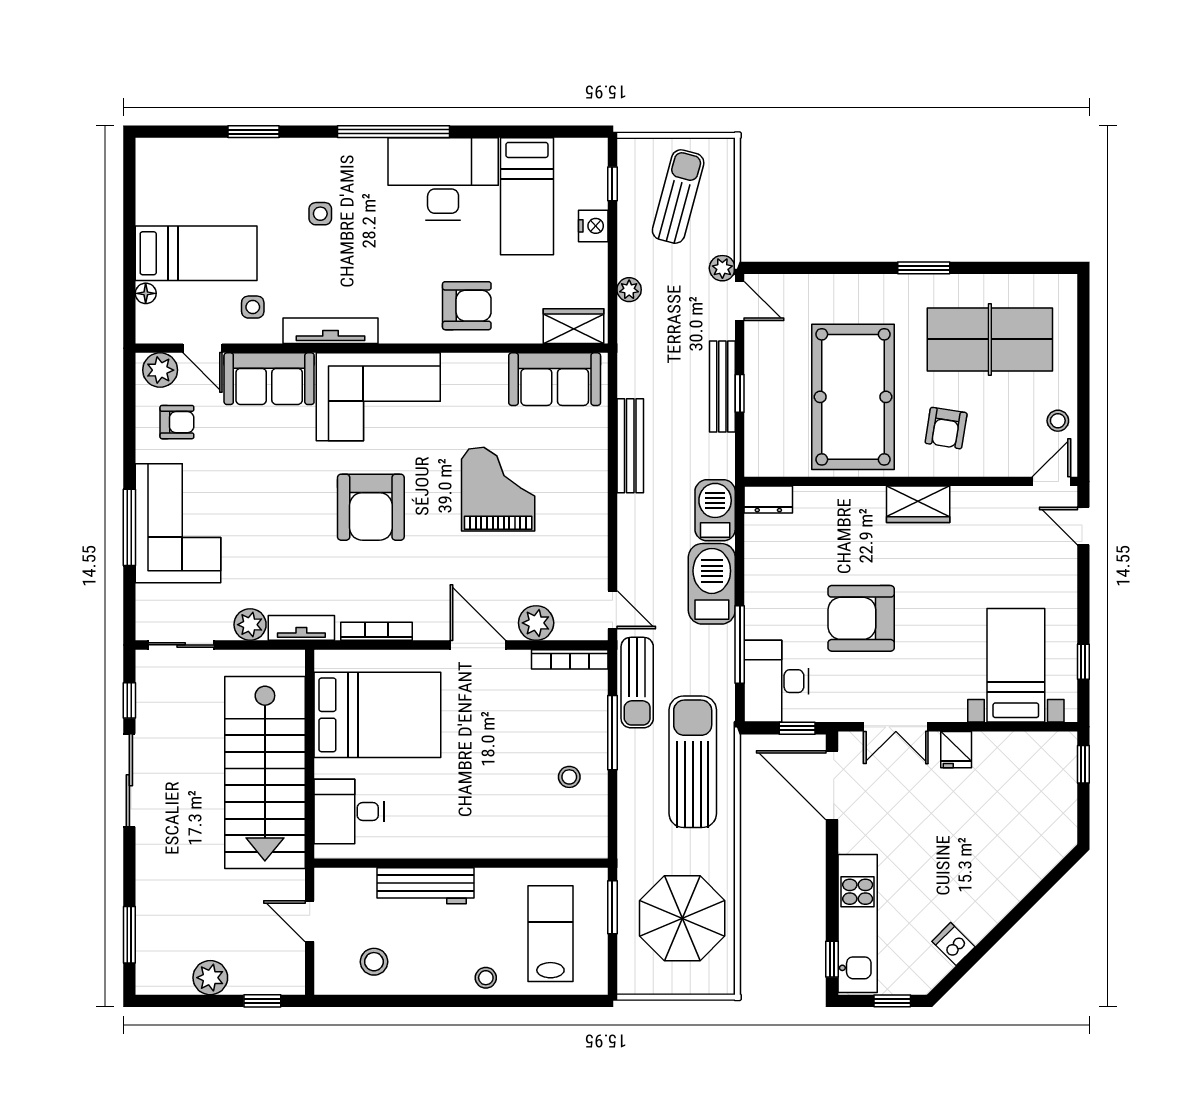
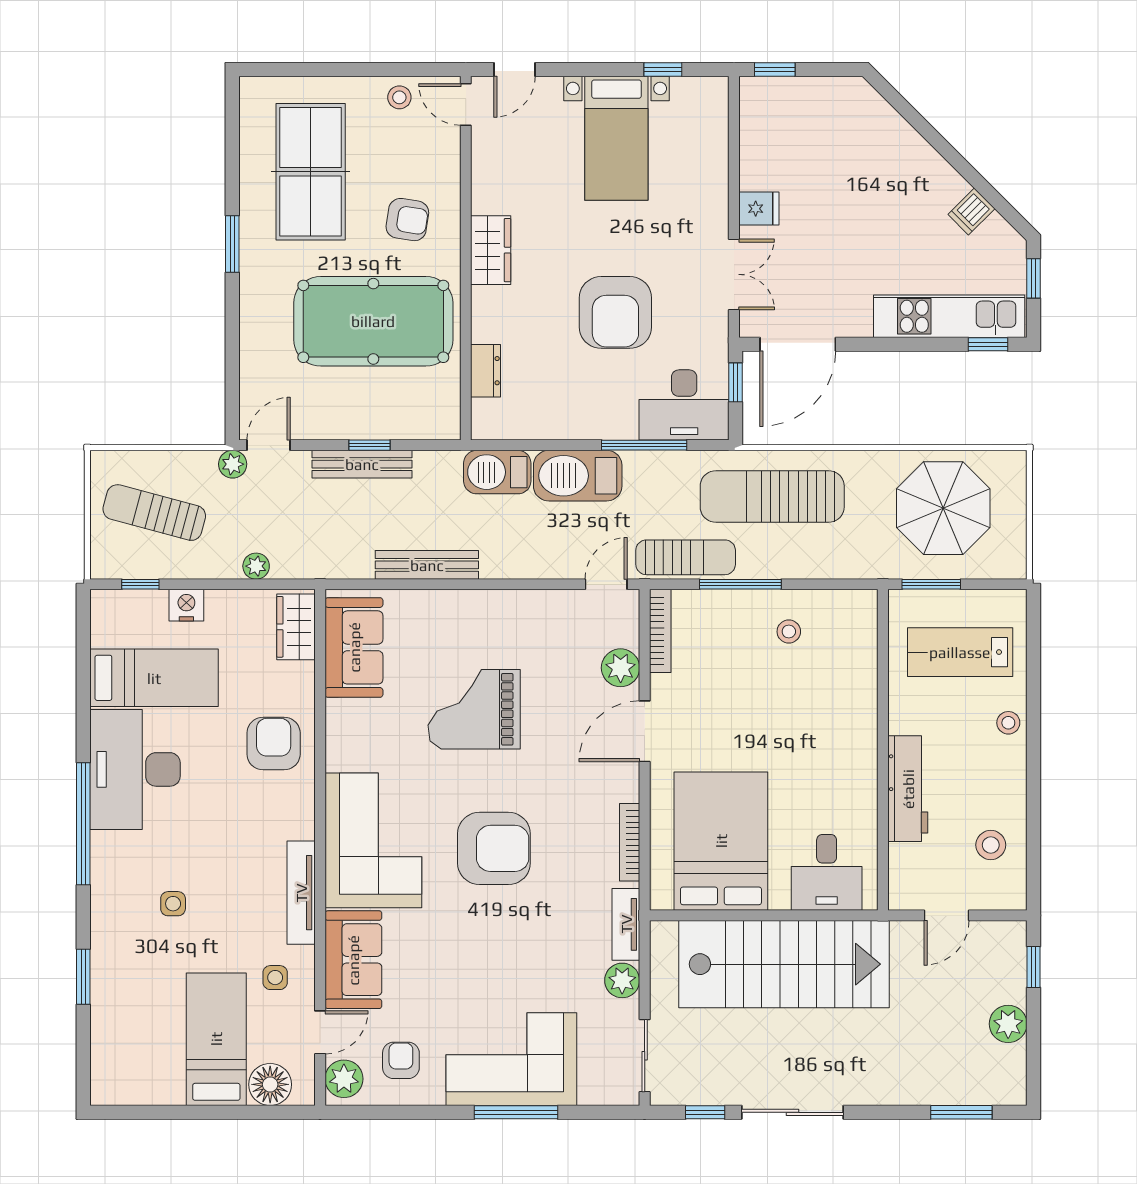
floor lamp: (146, 293) -> (270, 1084), width x1.89, depth x1.89
dresser: (768, 500) -> (486, 371), moved
bed with nightstands: (1016, 665) -> (616, 138), moved, turned -90

